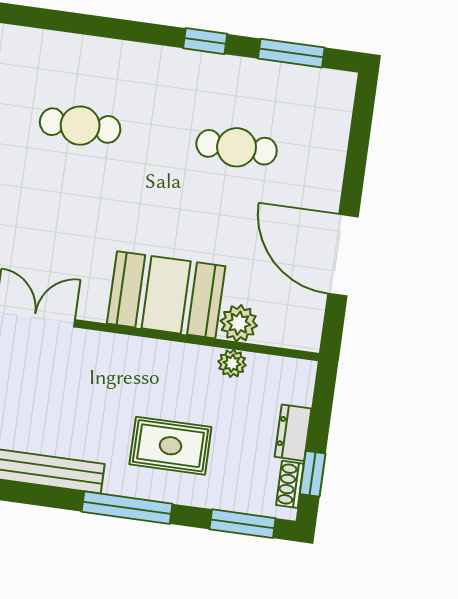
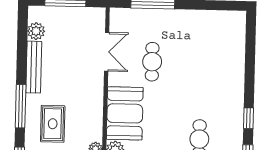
cafe table: (80, 126) -> (152, 62), moved

